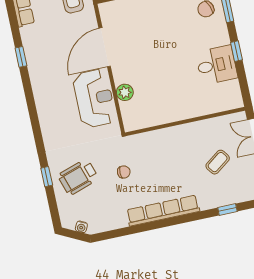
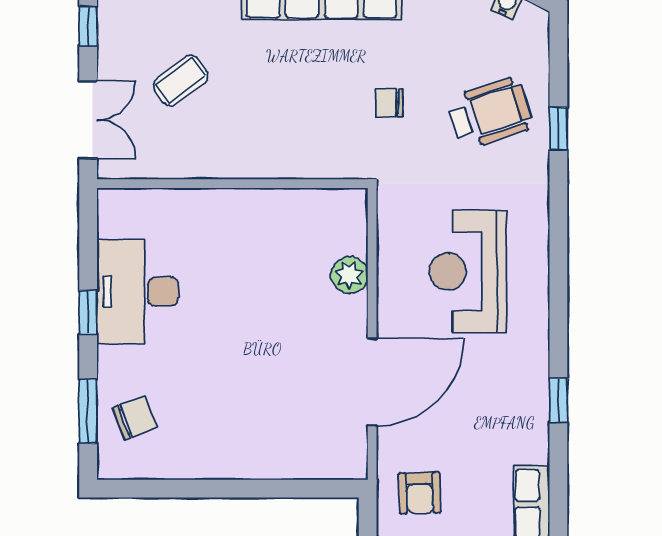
desk: (217, 65) -> (138, 292), width x1.37
reception desk: (94, 98) -> (468, 272), moved

